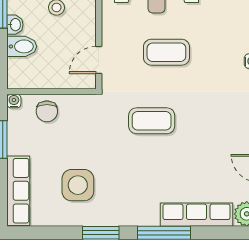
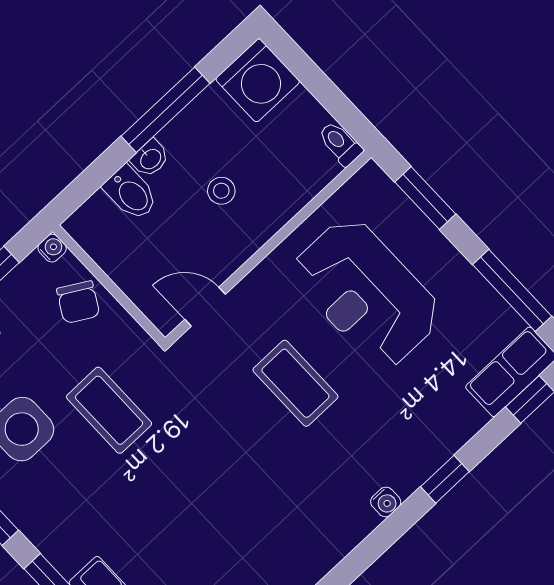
chair: (47, 111) -> (78, 302), turned -60
coffee table: (152, 121) -> (109, 410), moved

